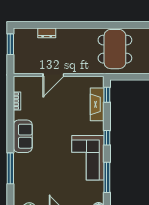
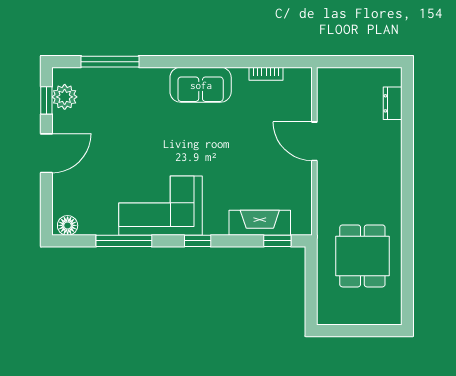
dresser: (47, 33) -> (393, 103), moved
window: (10, 44) -> (371, 62), removed
dining table: (115, 49) -> (362, 256), width x0.73
window: (10, 168) -> (110, 62), moved

